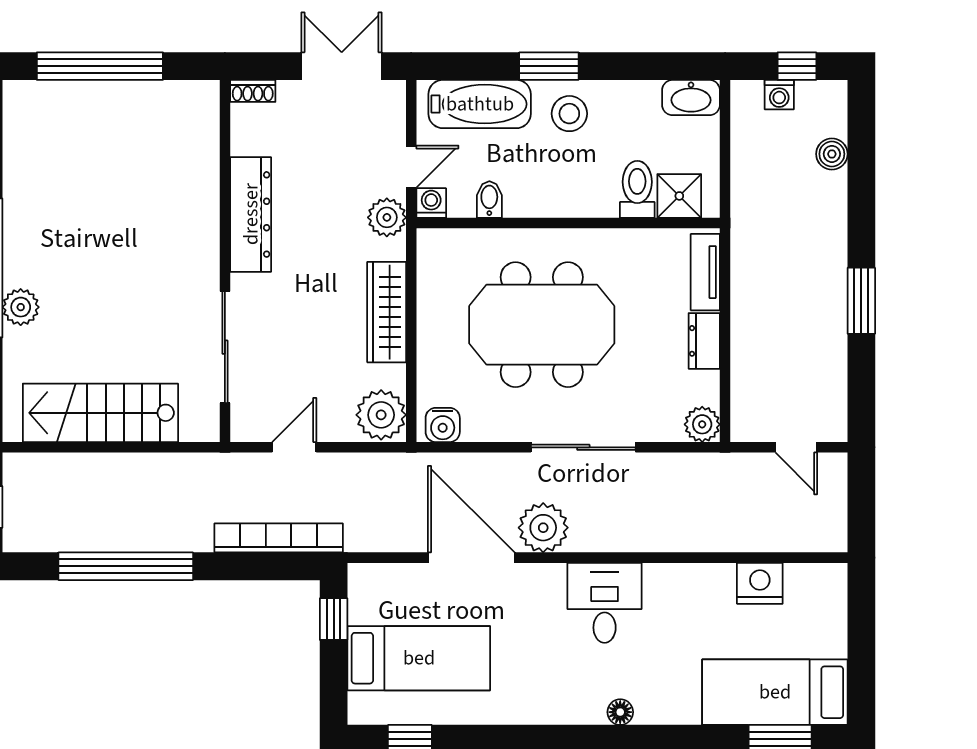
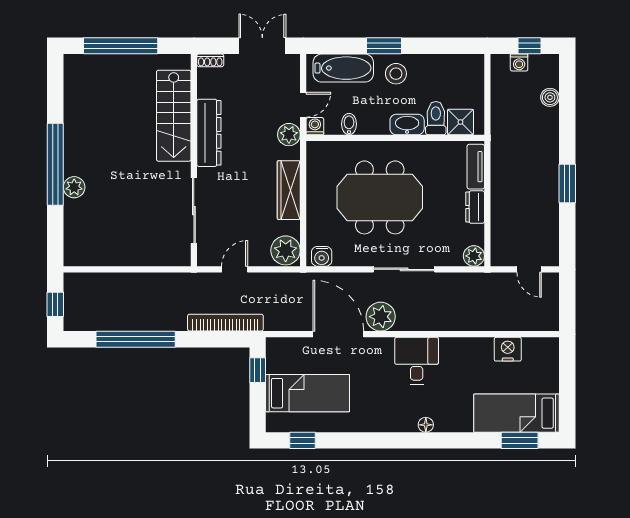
washbasin: (691, 98) -> (407, 124), moved, turned 180
stairs: (100, 413) -> (174, 116), moved, turned -90

